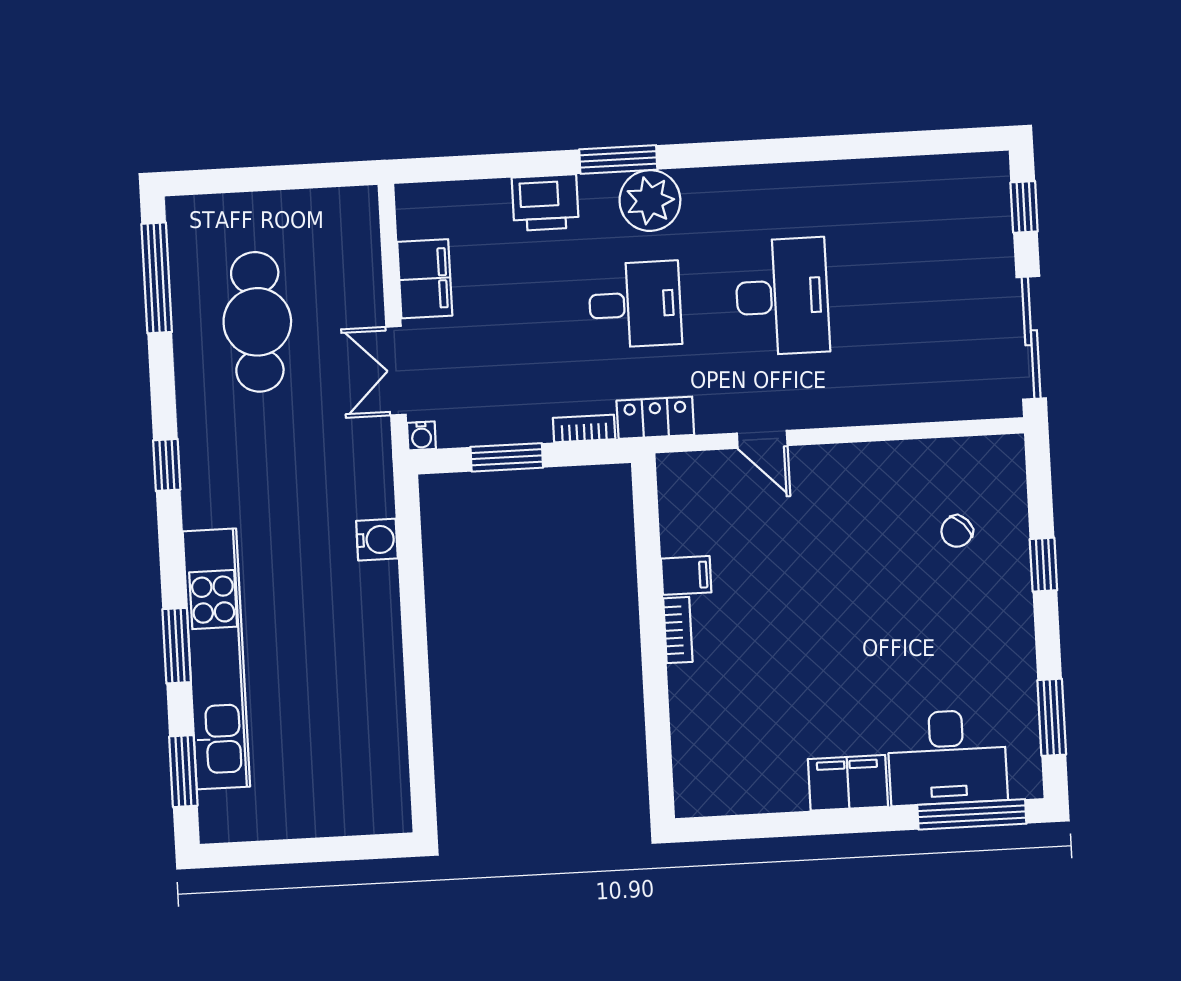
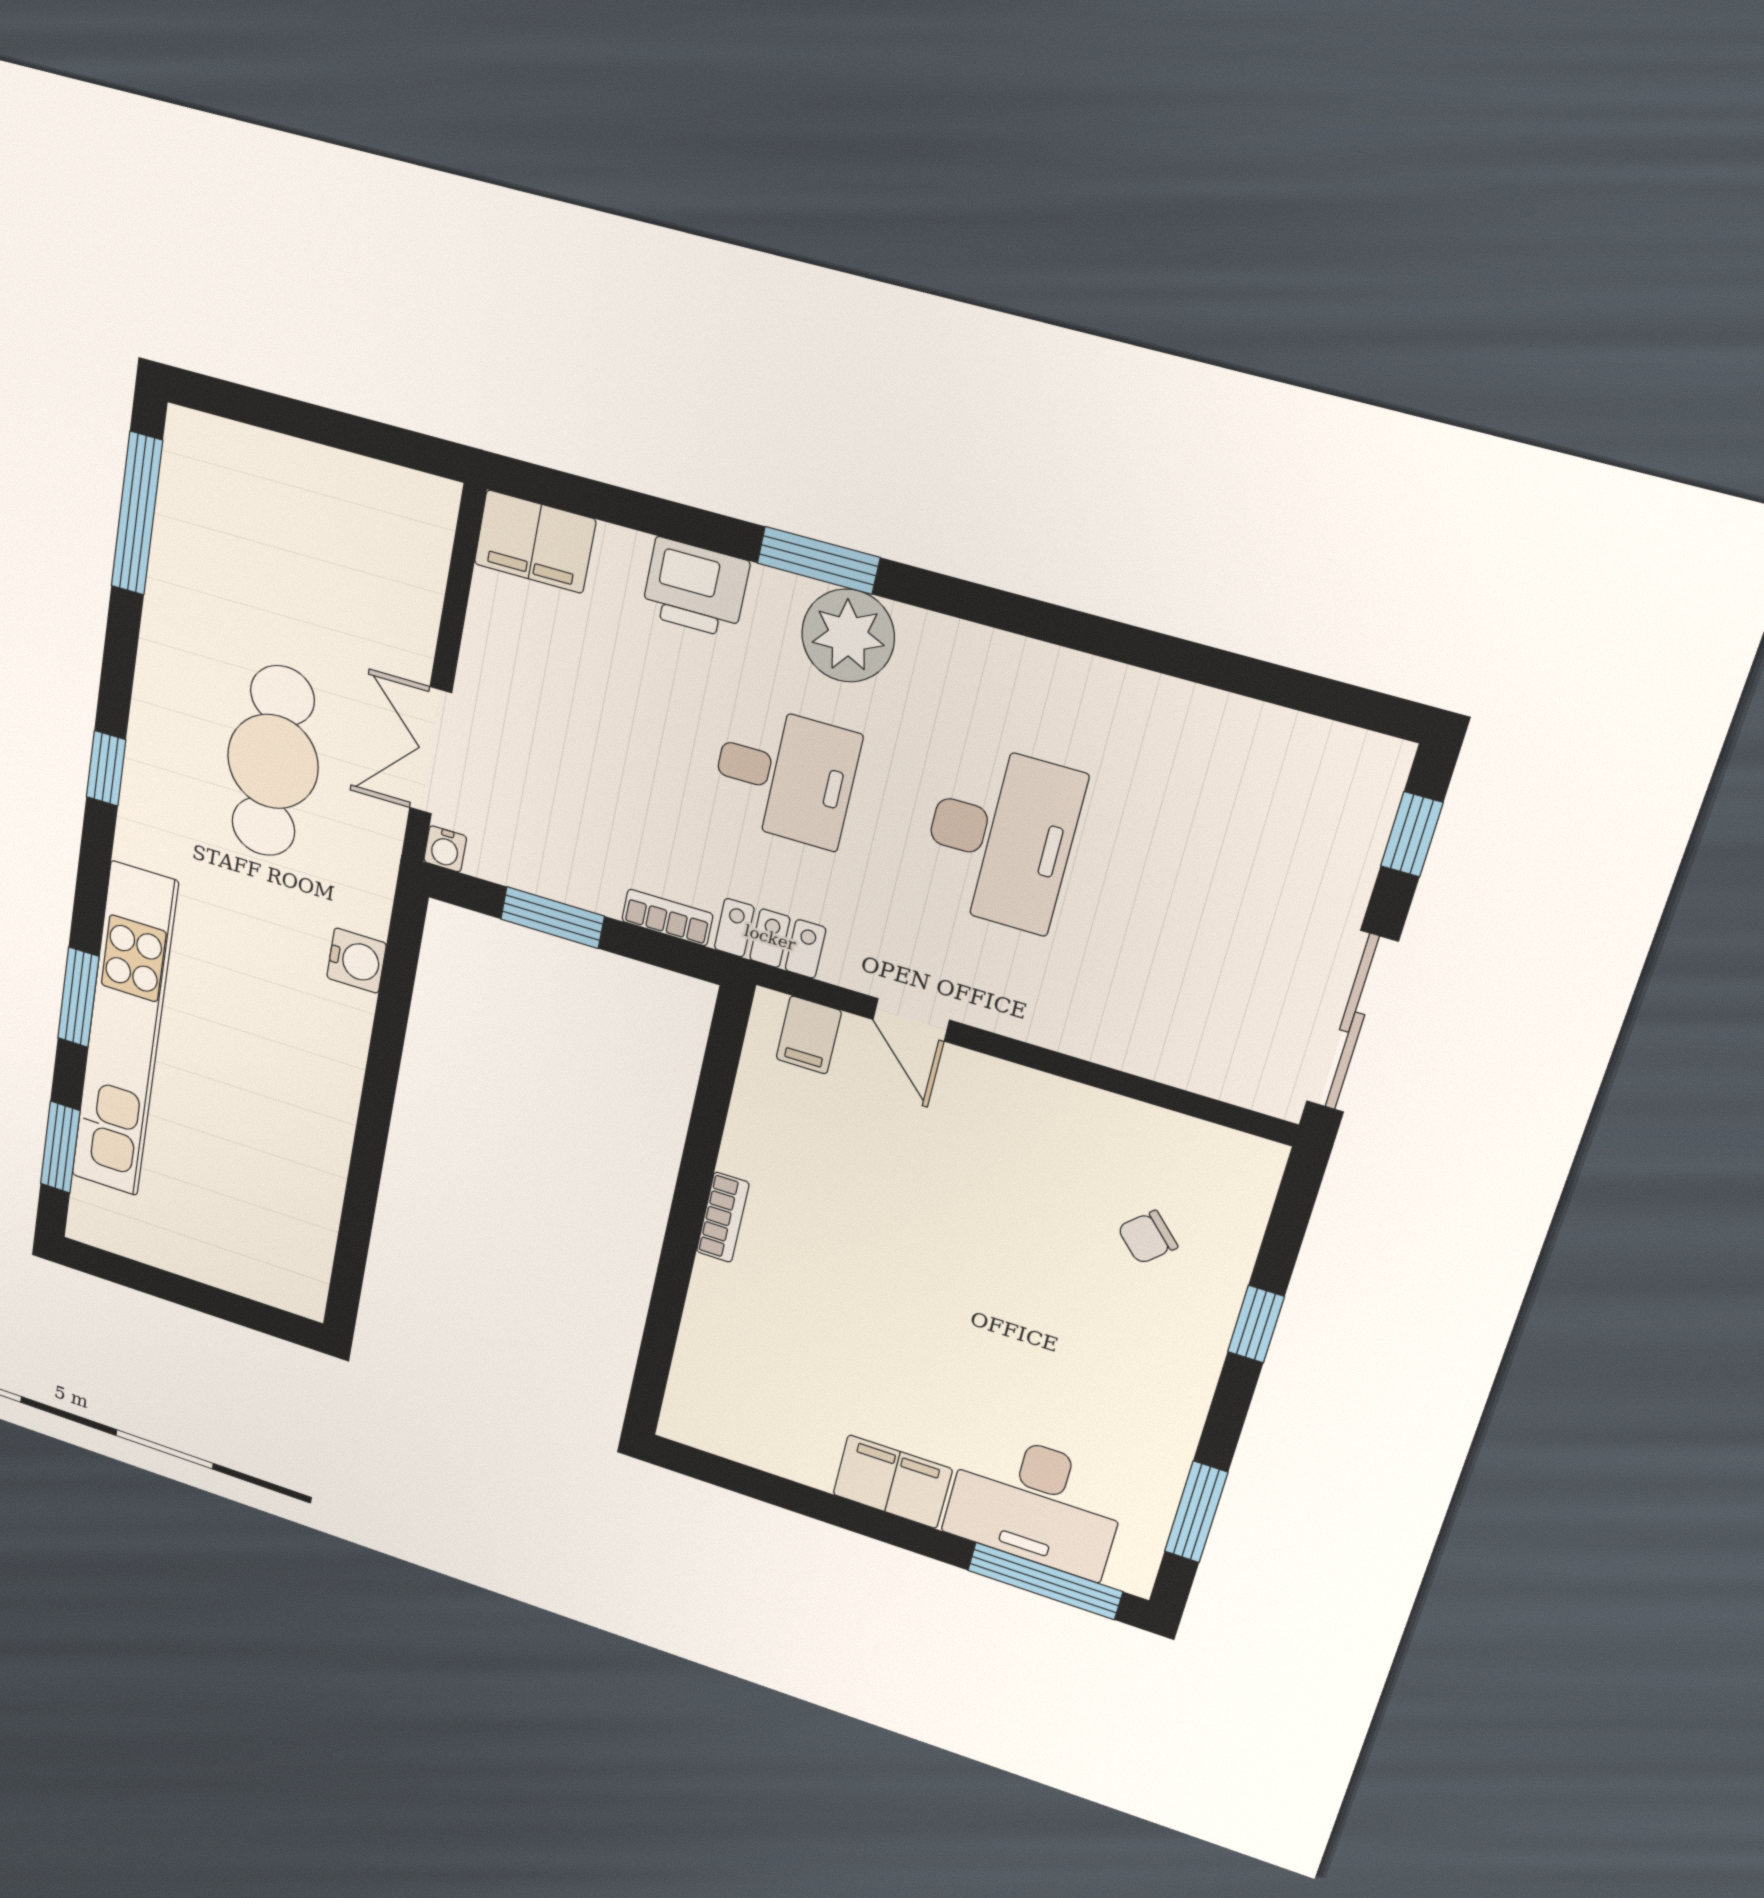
filing cabinet: (425, 279) -> (535, 542), moved, turned 90
cafe table: (257, 322) -> (273, 762), moved
filing cabinet: (686, 575) -> (809, 1035), moved, turned 90

